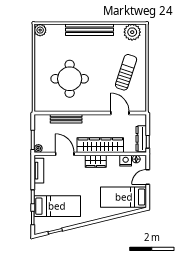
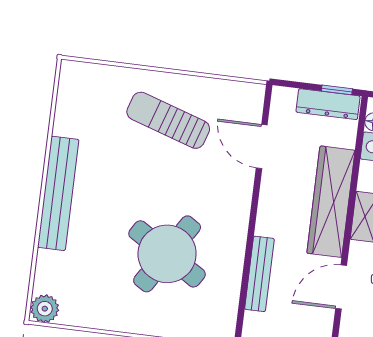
plant: (132, 32) -> (76, 94), removed
round table: (70, 79) -> (167, 254), turned 32
door: (120, 113) -> (262, 146), hinge flipped

